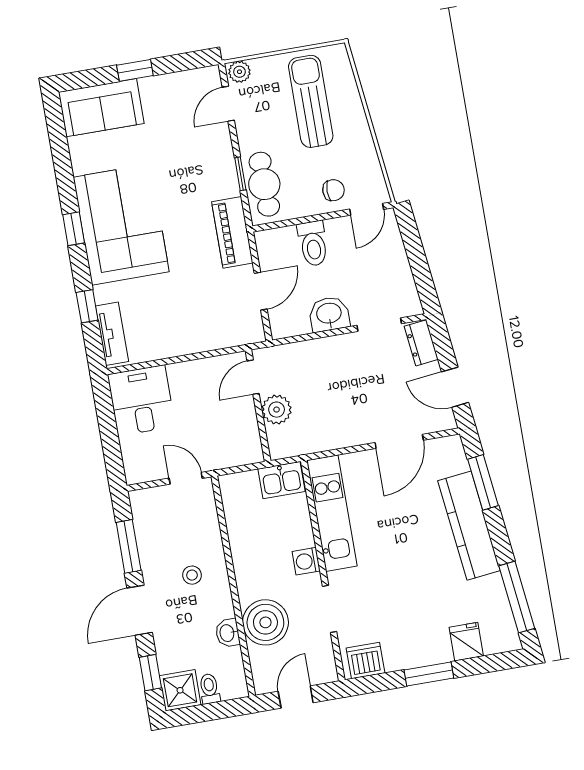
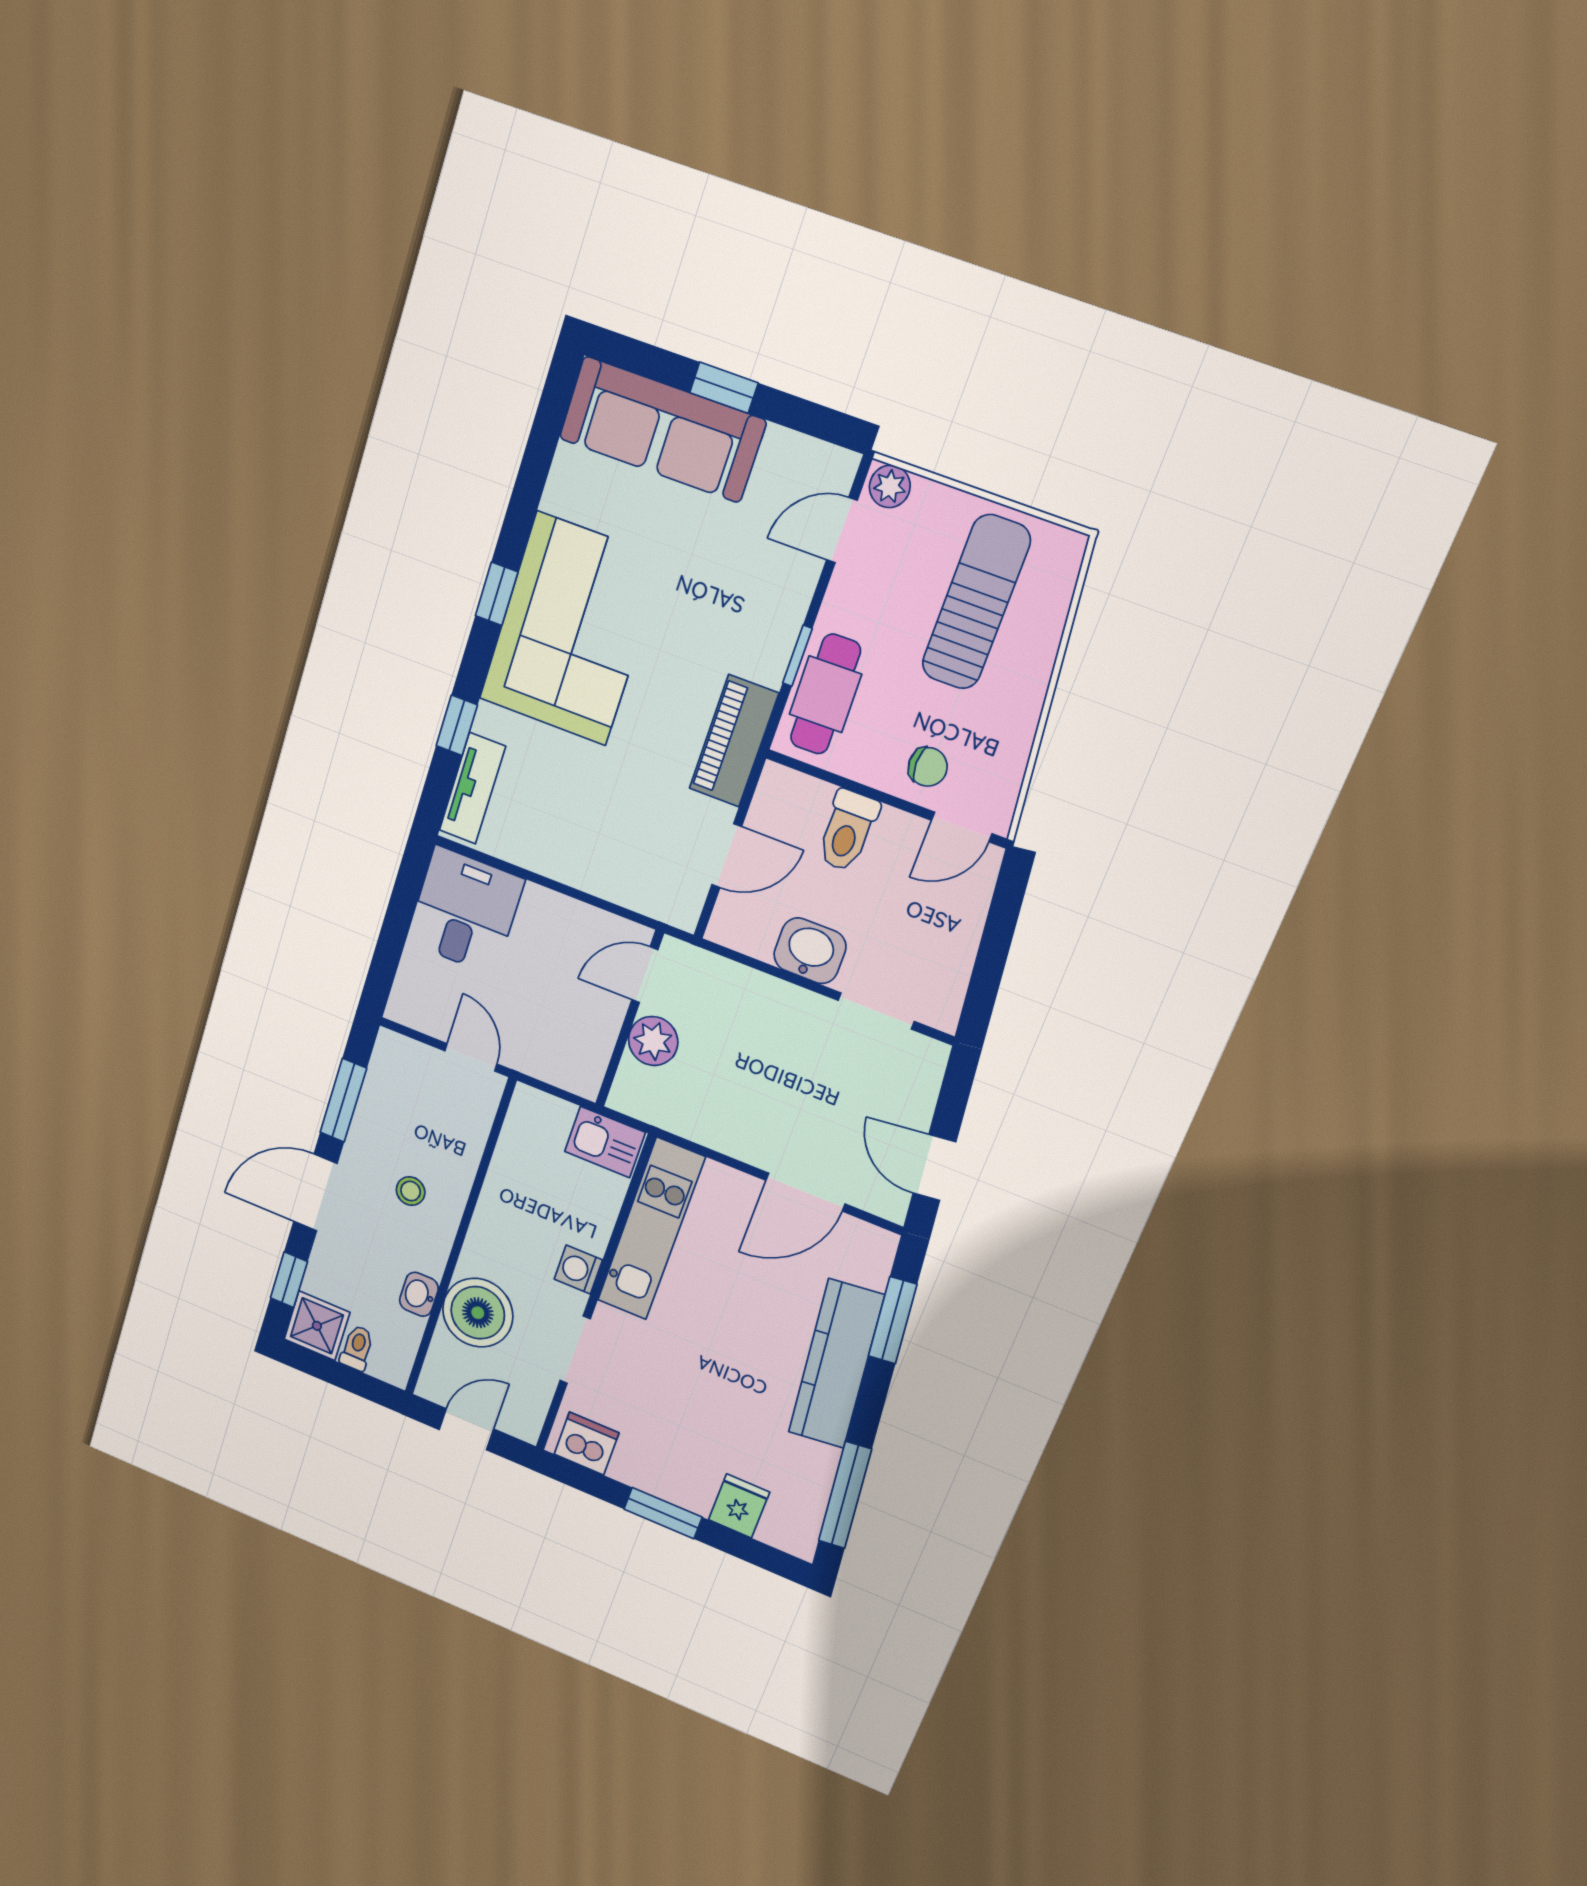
sofa: (101, 108) -> (662, 429), width x1.36
dresser: (421, 343) -> (923, 1075), removed

